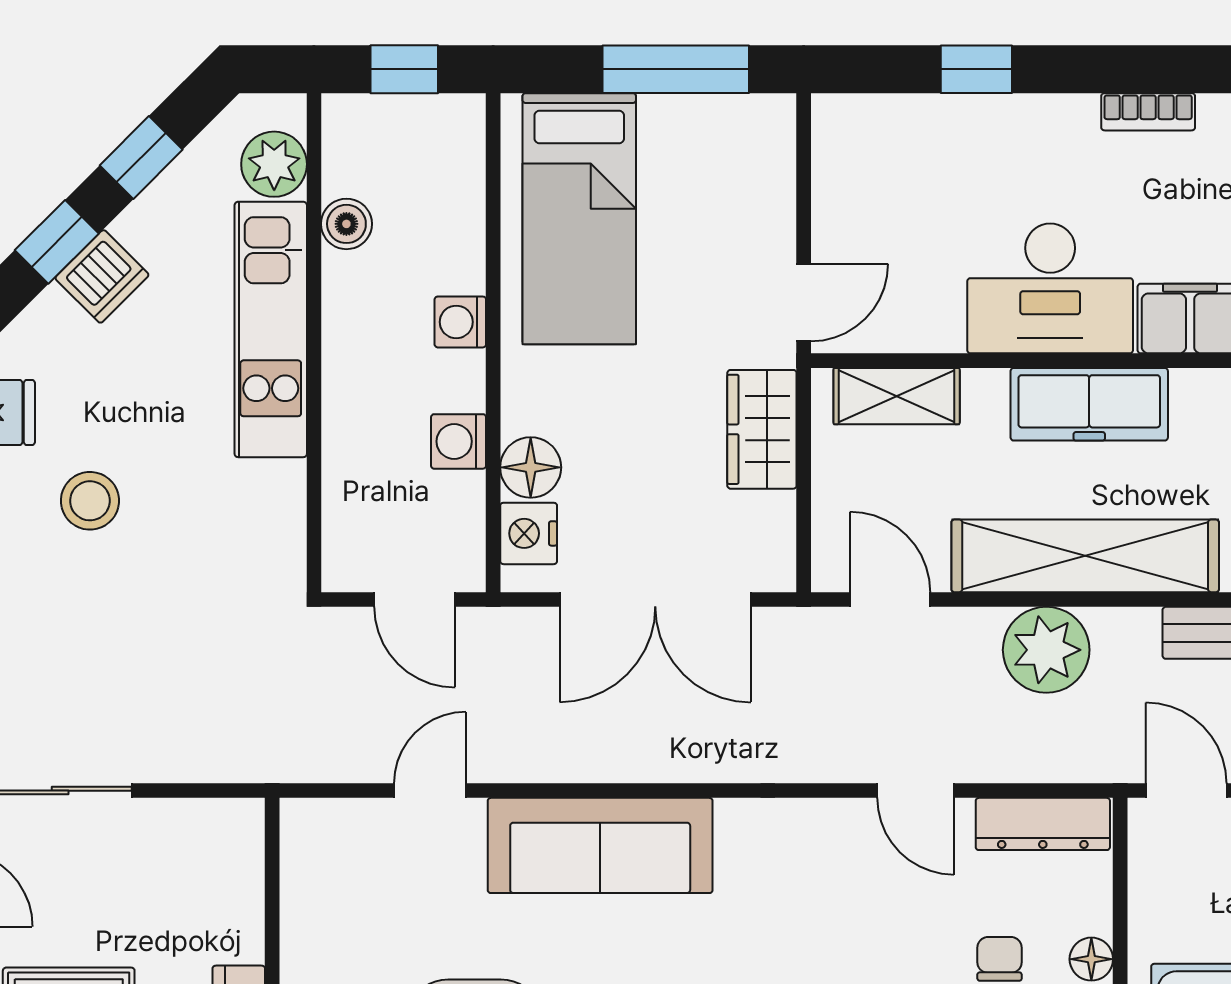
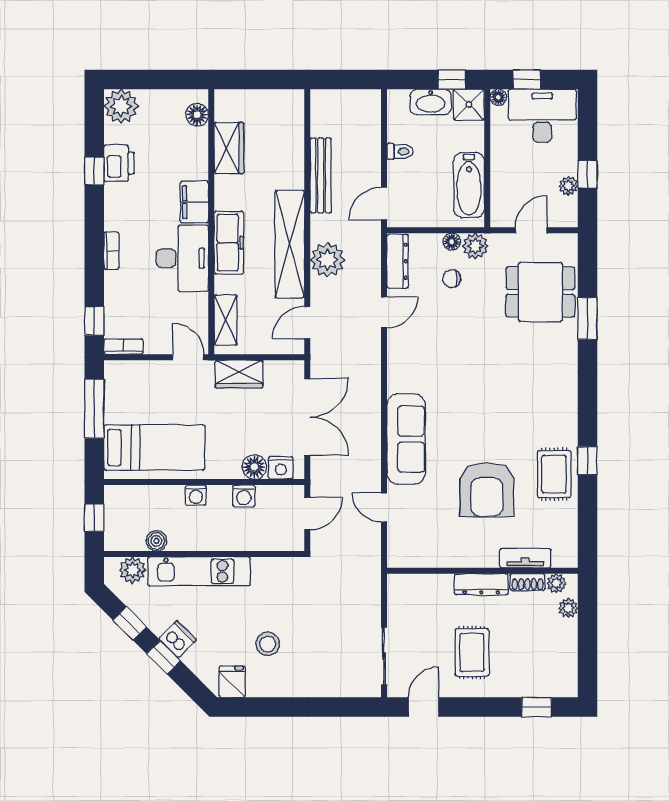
window: (976, 69) -> (94, 321), moved
bookcase: (1148, 112) -> (111, 251), moved
bookcase: (830, 142) -> (123, 347), added

